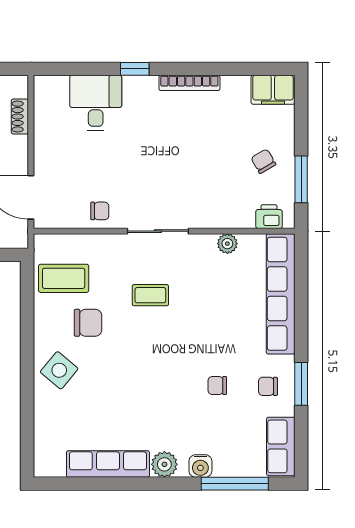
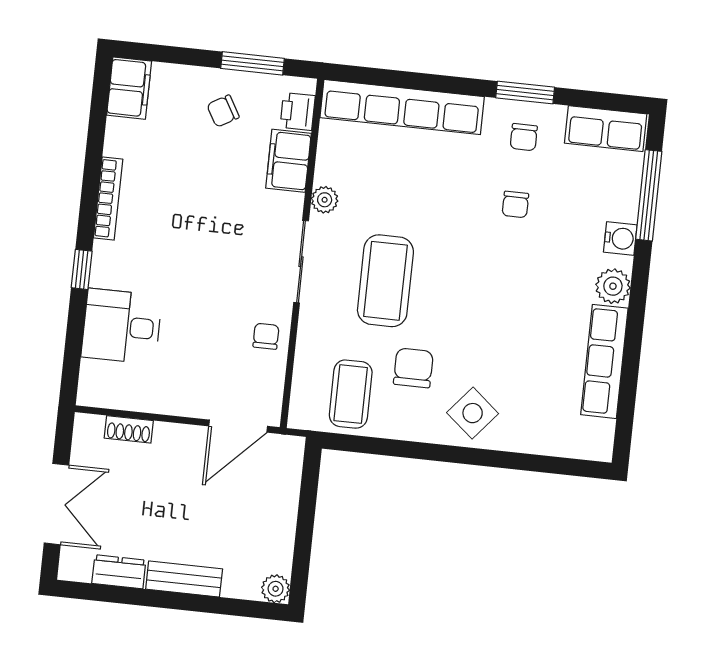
filing cabinet: (232, 214) -> (289, 161), added
plant: (227, 244) -> (325, 200), moved
coffee table: (150, 295) -> (385, 281), width x1.86, depth x1.72

